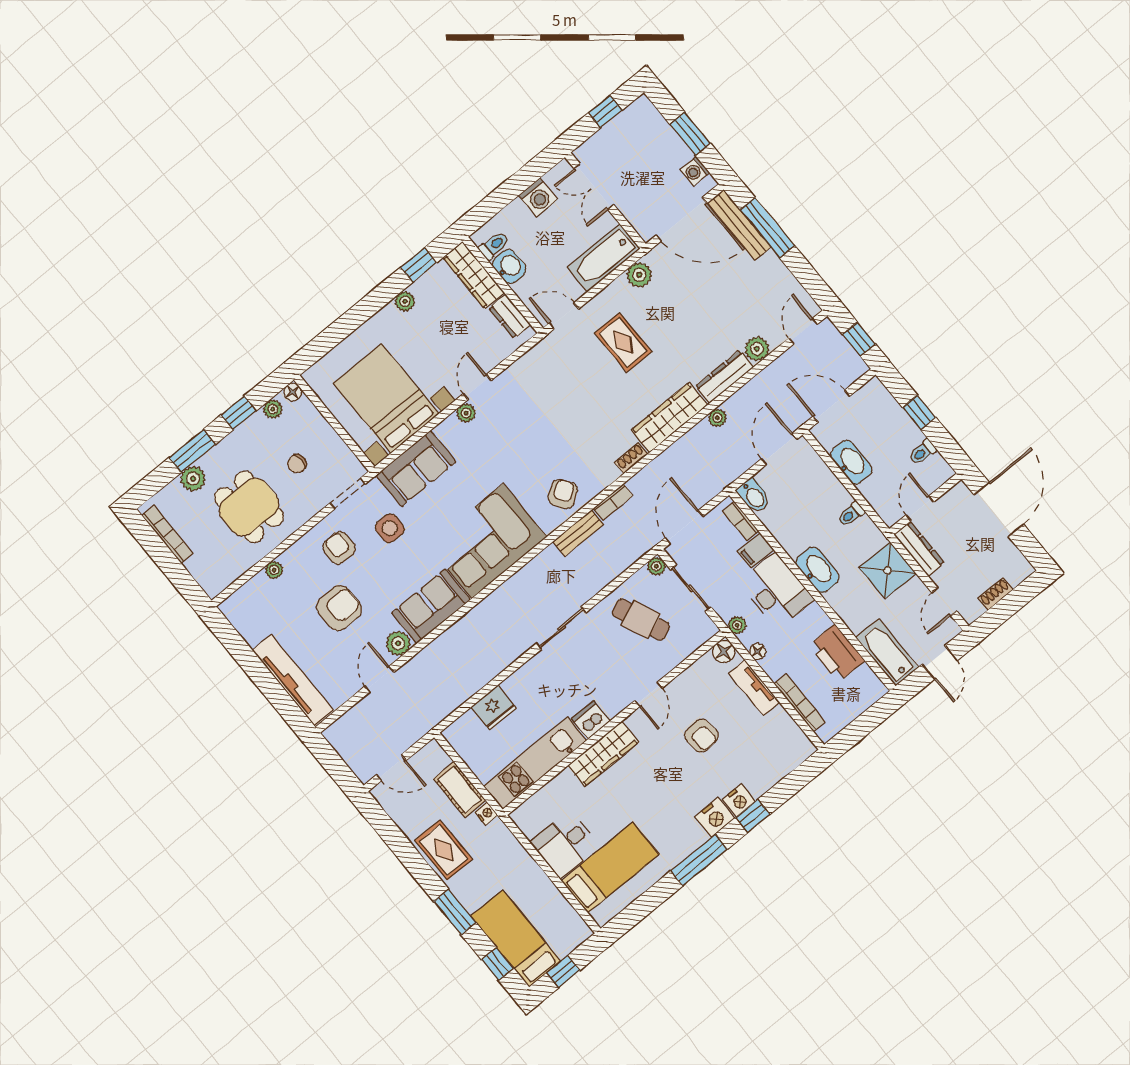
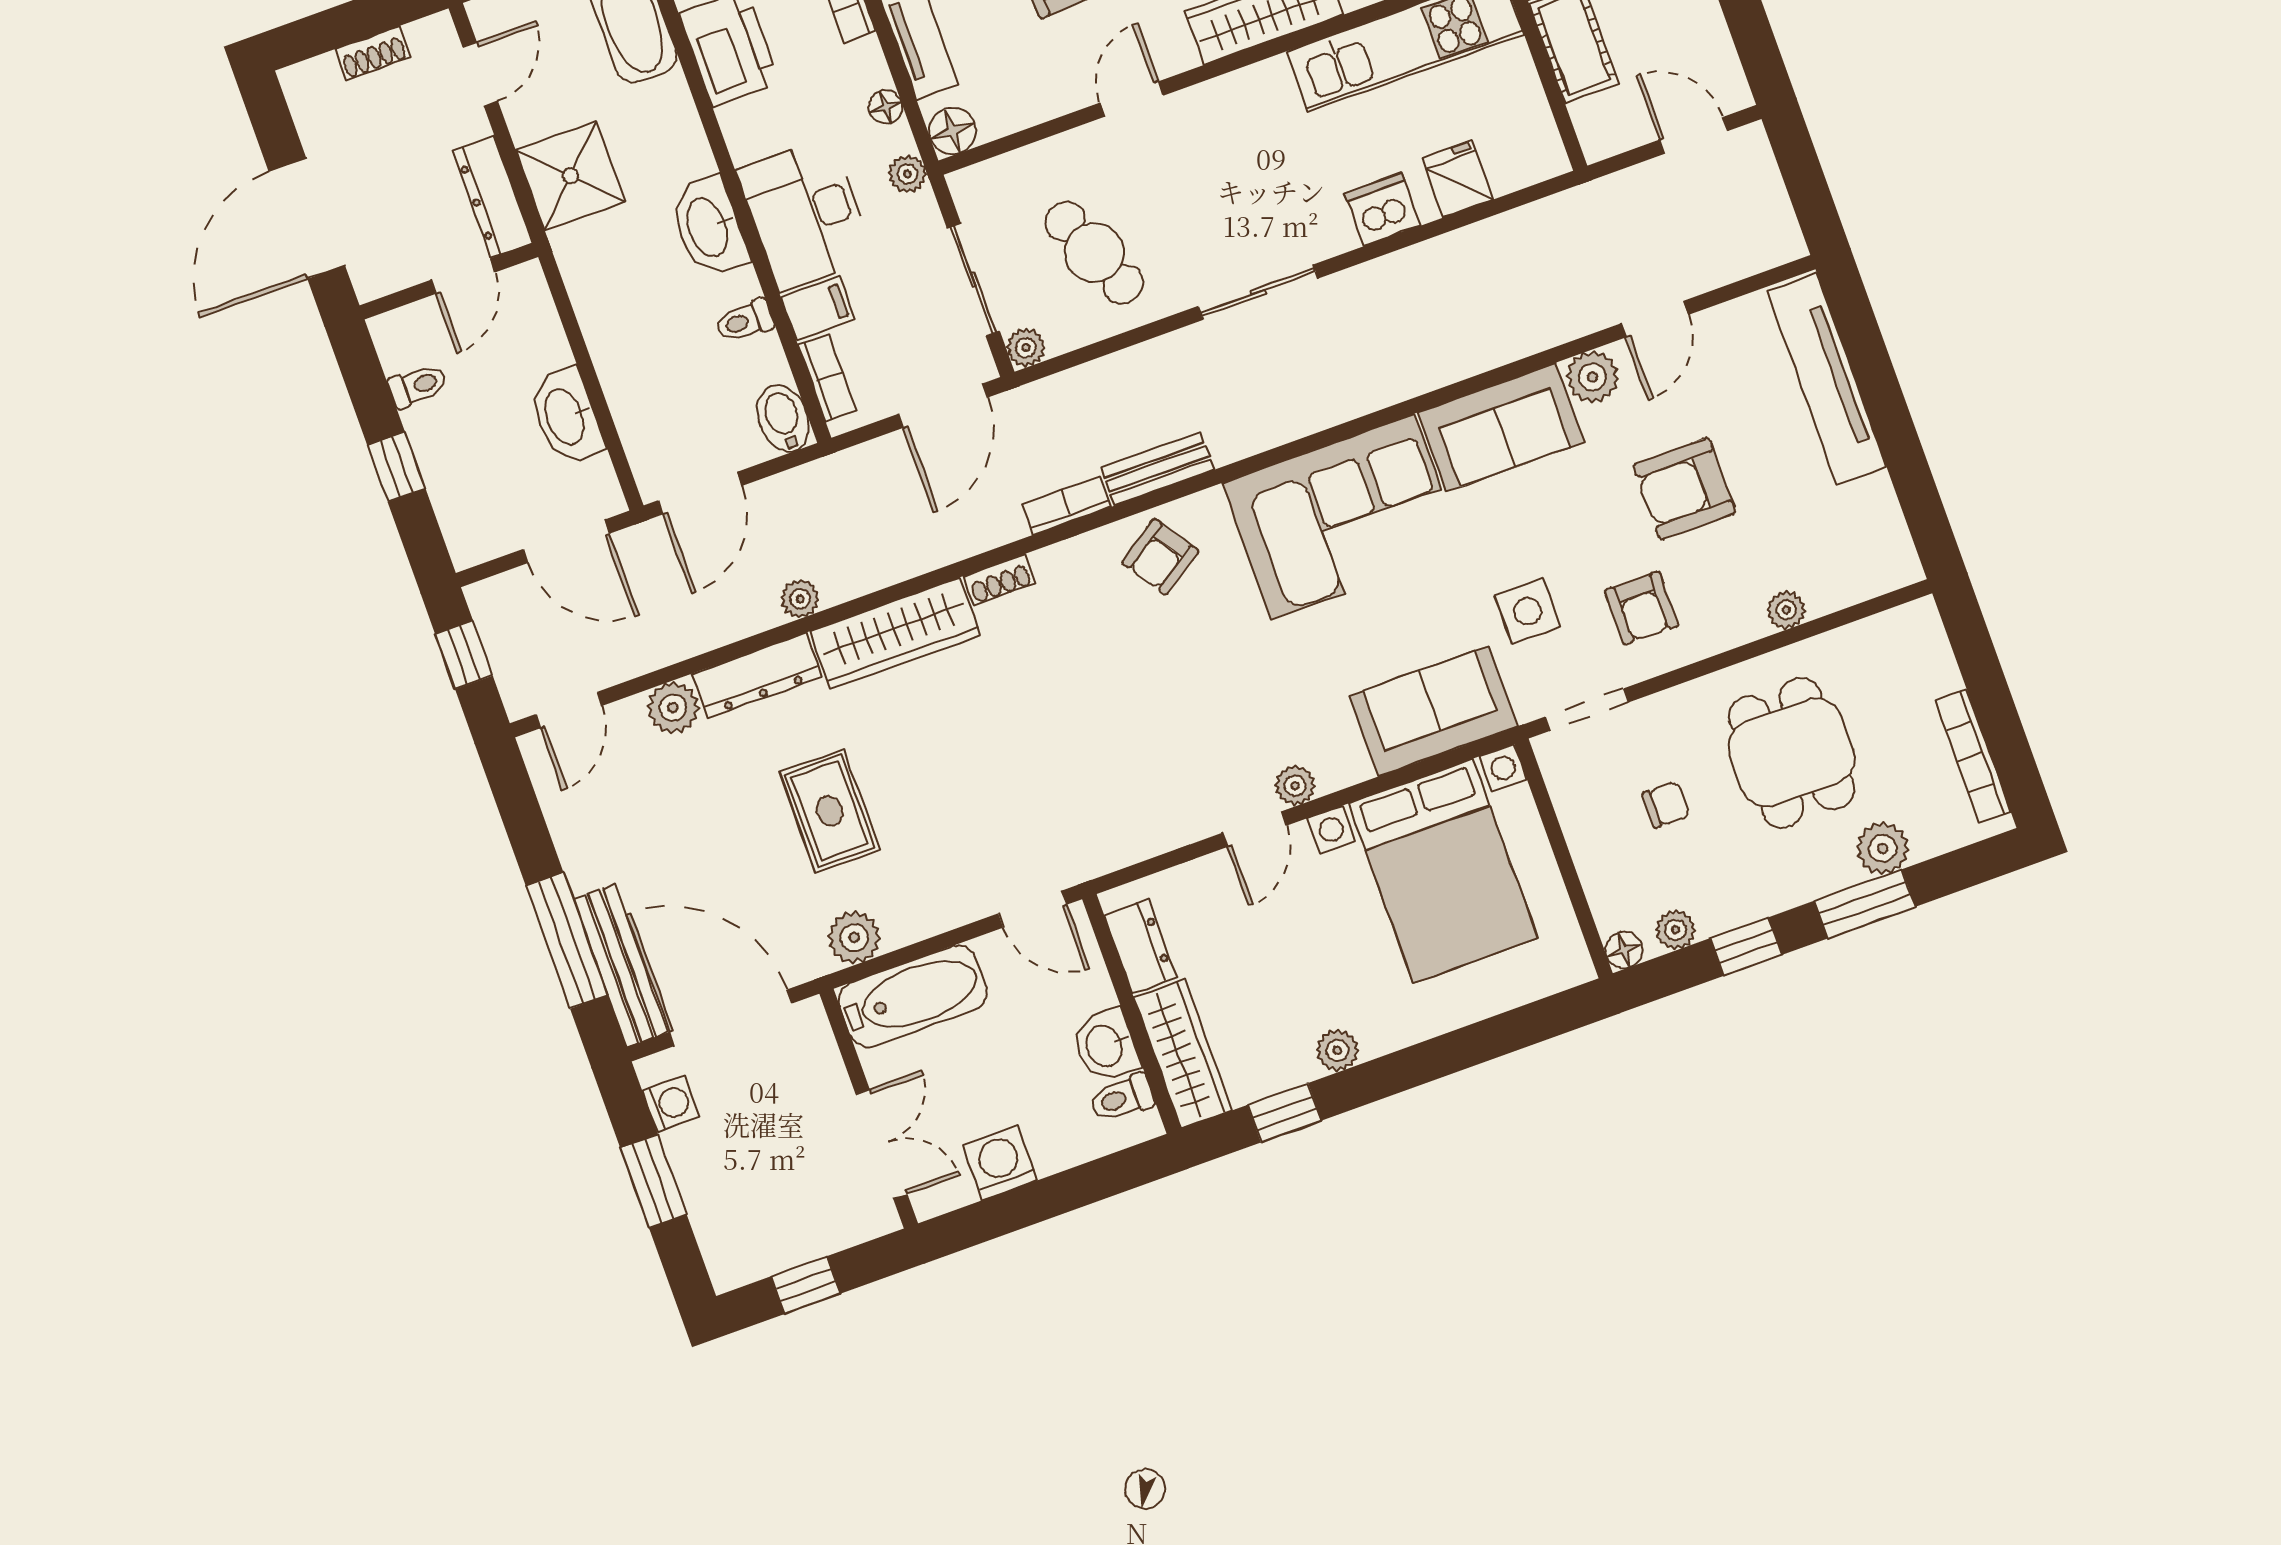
rug: (623, 342) -> (830, 811), moved
toilet: (851, 514) -> (744, 321), moved, turned 180
fridge: (494, 708) -> (1458, 179), width x0.72
dishwasher: (591, 720) -> (1383, 209), moved, turned 180

